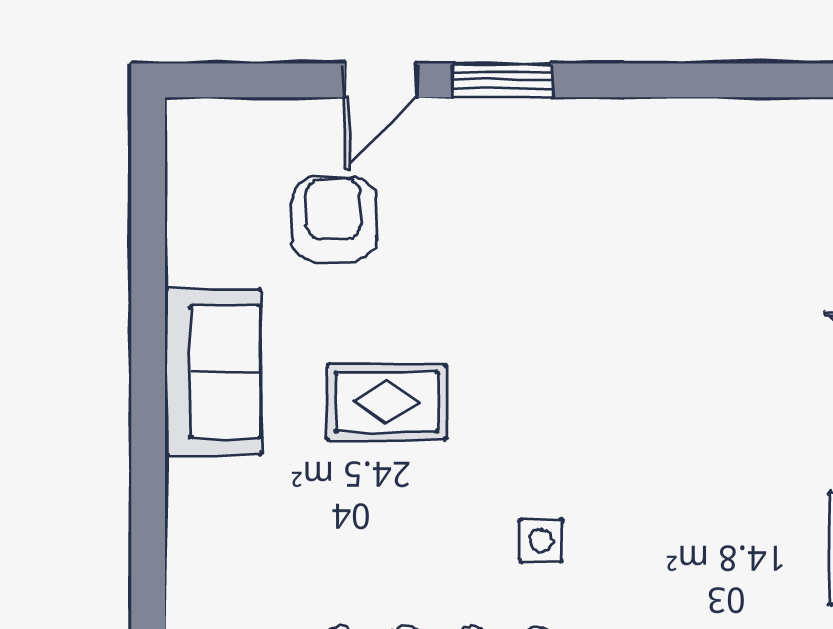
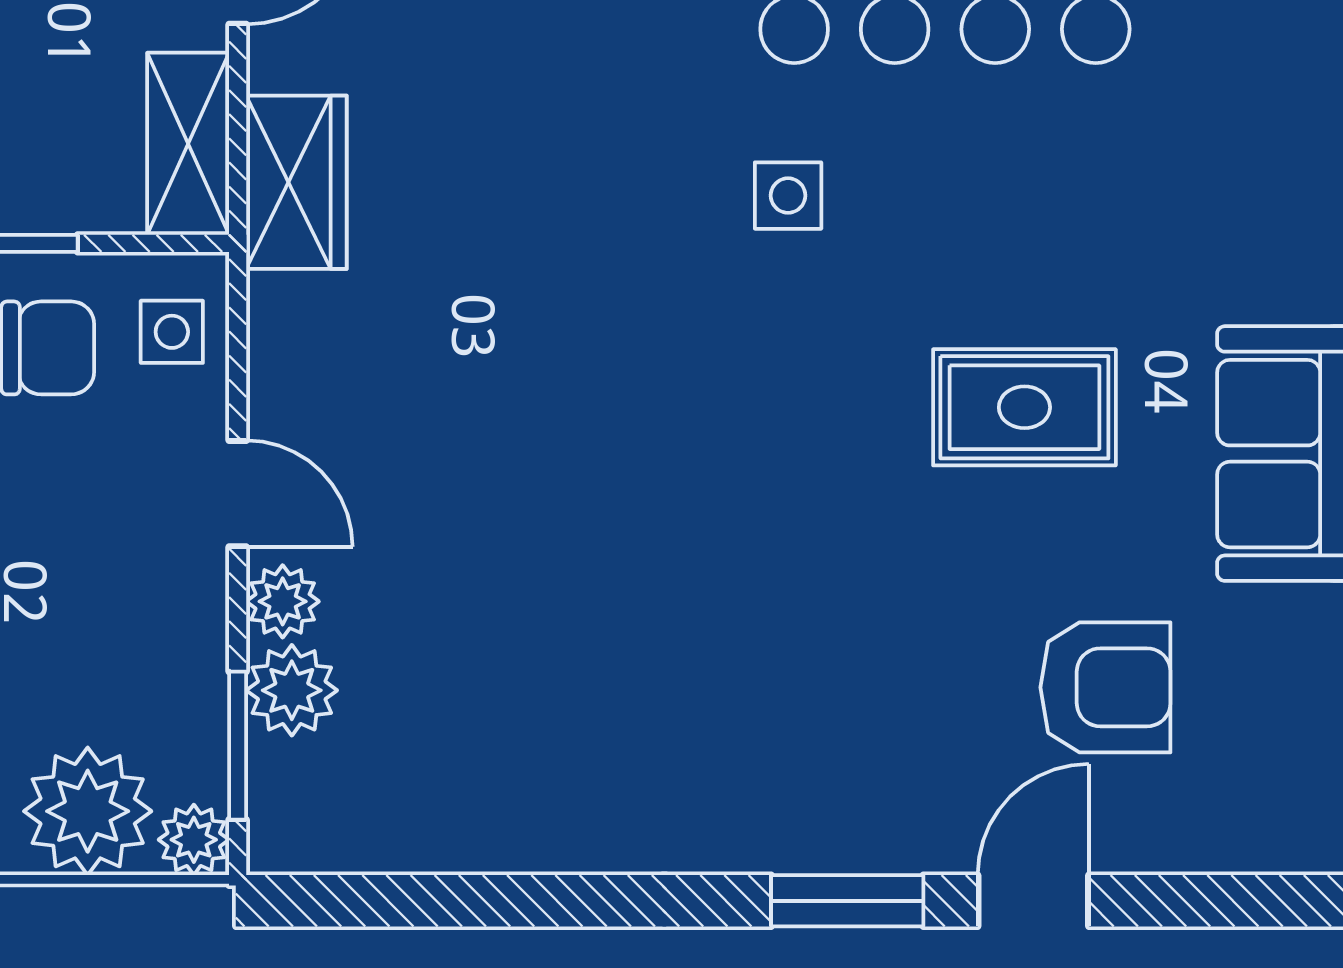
armchair: (334, 219) -> (1105, 687), turned -90

